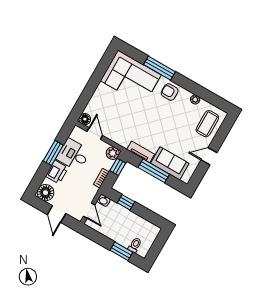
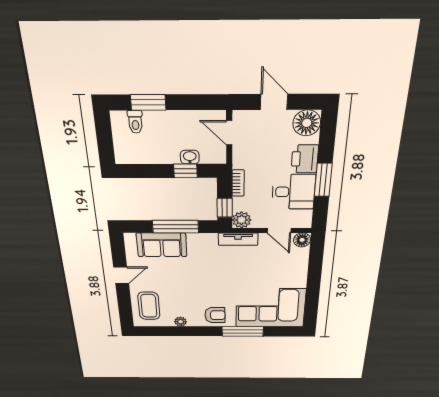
tv unit: (141, 152) -> (238, 239), moved
washbasin: (104, 200) -> (190, 157), moved

